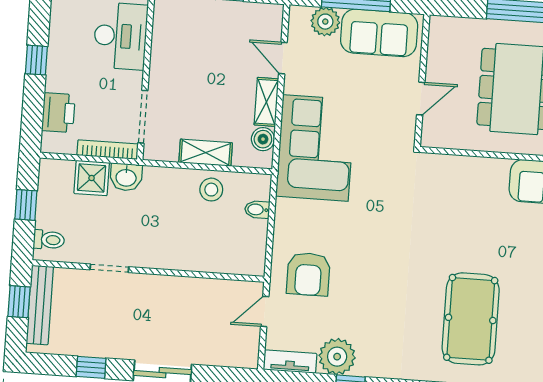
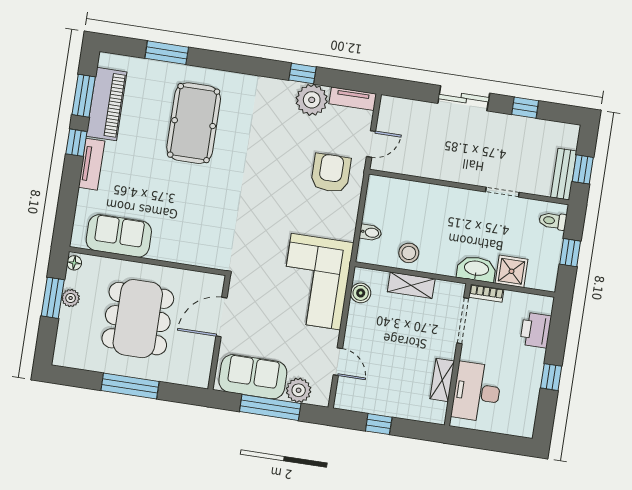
door: (421, 99) -> (221, 317), width x1.38
shelving: (266, 102) -> (442, 380), moved
bookcase: (108, 150) -> (486, 293), width x0.64
washbasin: (126, 177) -> (476, 269), width x1.38
bench: (40, 305) -> (564, 174), width x0.73

